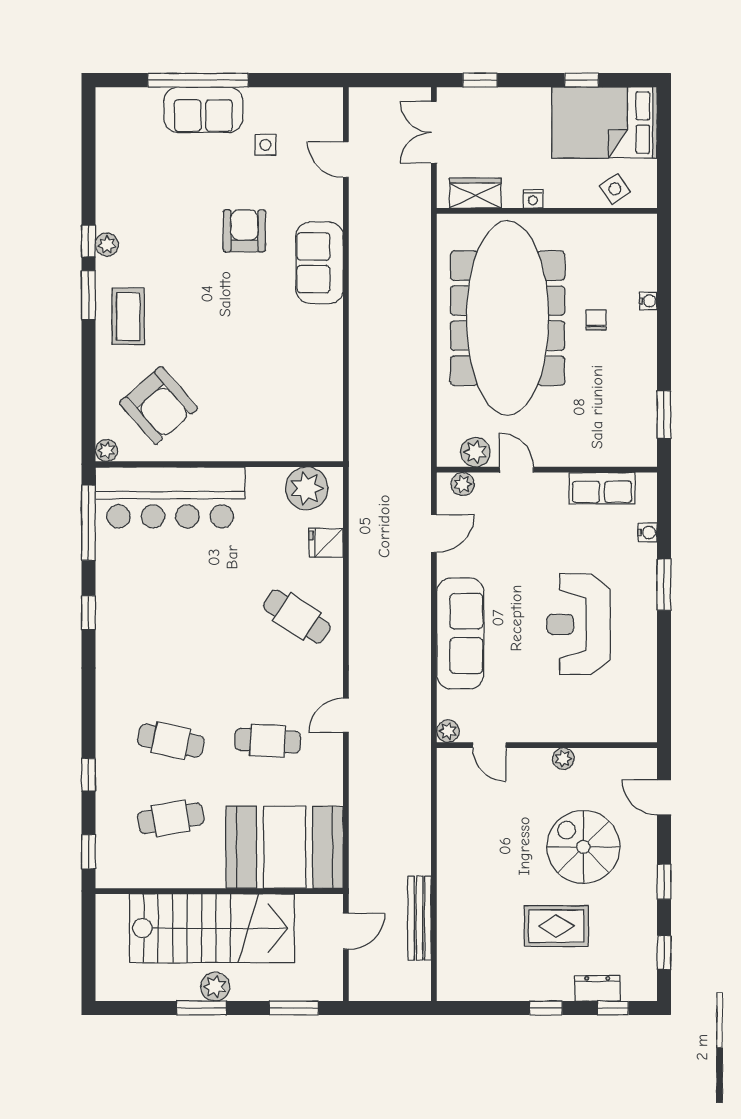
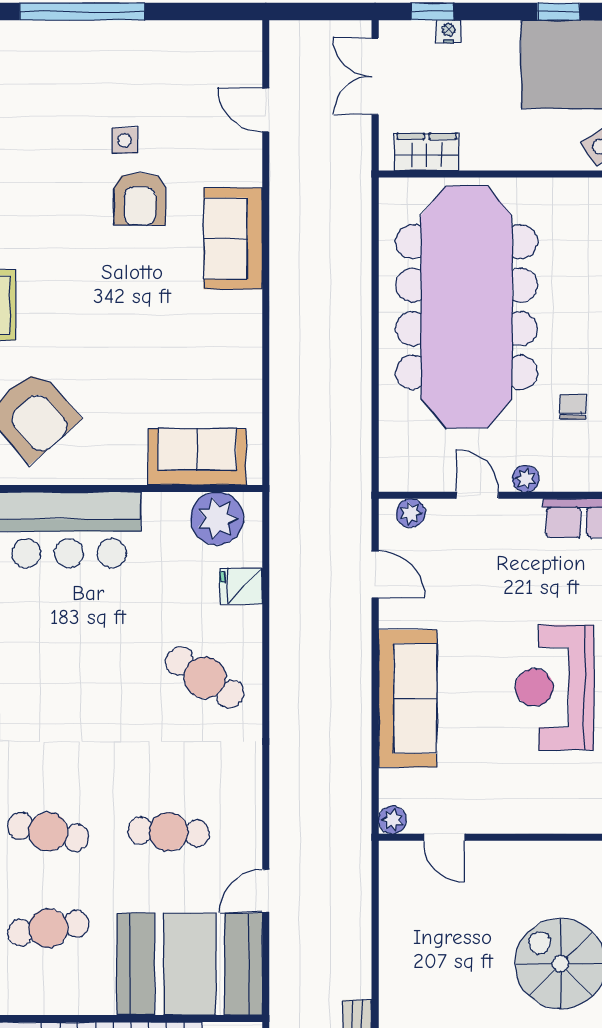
sofa: (203, 110) -> (197, 457), moved, turned 180
side table: (265, 145) -> (125, 141), moved
nightstand: (533, 199) -> (448, 31), moved, turned 180
armchair: (244, 231) -> (140, 199), turned 180
chair: (596, 320) -> (573, 407), moved
plant: (475, 452) -> (526, 479), moved, width x0.73, depth x0.73
door: (434, 533) -> (375, 574), hinge flipped
door: (346, 715) -> (266, 891), moved
plant: (563, 759) -> (536, 854), removed

